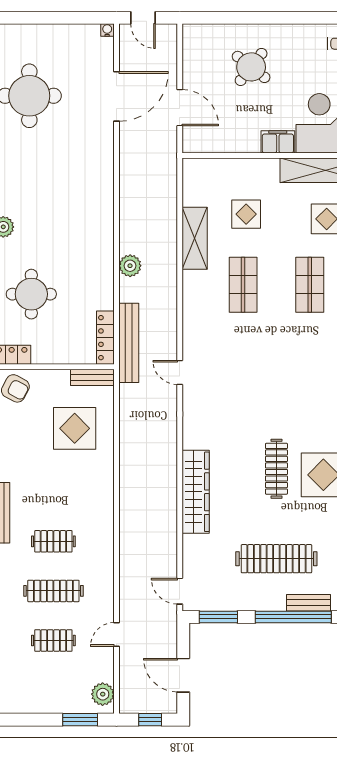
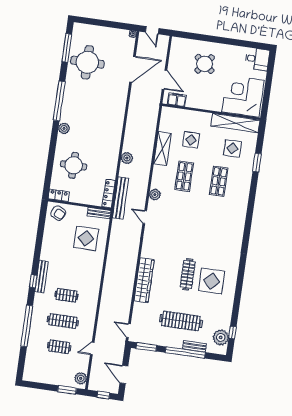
filing cabinet: (278, 142) -> (177, 100), moved
plant: (193, 327) -> (155, 195), added

